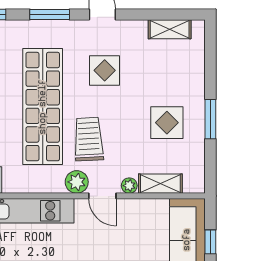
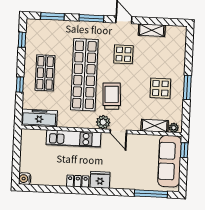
shelving: (170, 29) -> (152, 30), moved
plant: (129, 186) -> (174, 128), moved
window: (210, 242) -> (184, 150), moved

